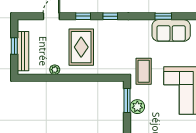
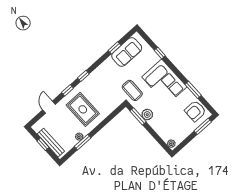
window: (53, 78) -> (83, 142), added

